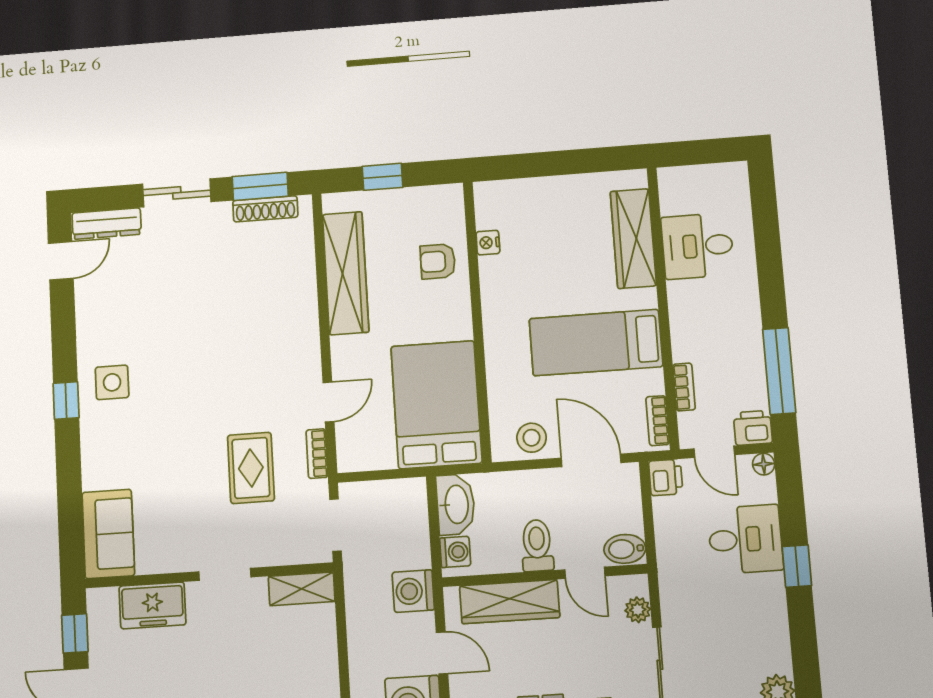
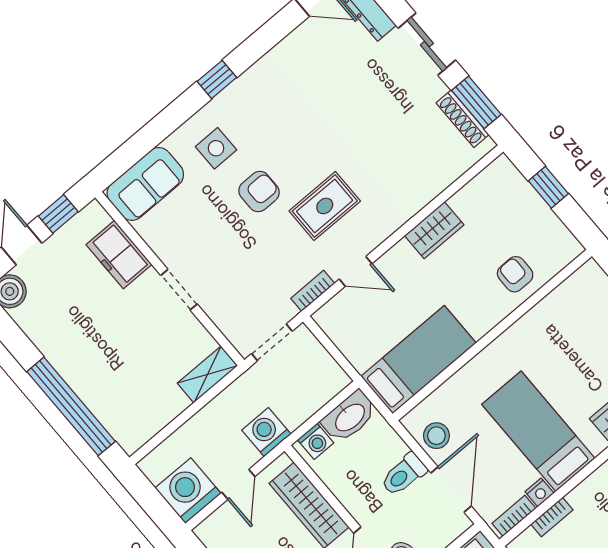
nightstand: (488, 243) -> (539, 492), moved, turned 180
wardrobe: (346, 273) -> (434, 230), width x0.48, depth x0.85
side table: (112, 382) -> (216, 148), moved
bed: (436, 405) -> (418, 360), width x0.67
armchair: (192, 436) -> (259, 192), added
rug: (251, 468) -> (325, 206), moved
toilet: (537, 546) -> (404, 475), moved, turned 180
shelving: (302, 589) -> (208, 374), moved, turned 90

